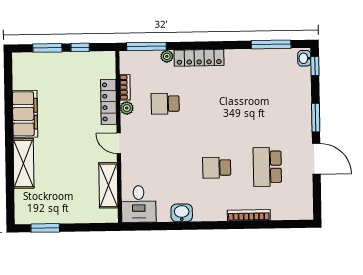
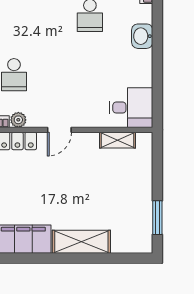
shelving: (108, 185) -> (117, 140), width x0.67, depth x0.75
washbasin: (182, 213) -> (142, 36), moved

